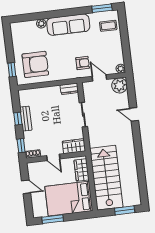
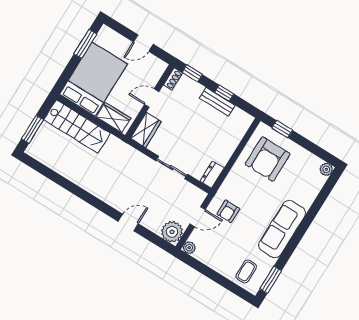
plant: (41, 24) -> (326, 169), moved
stairs: (106, 178) -> (77, 126), width x0.73, depth x0.66

